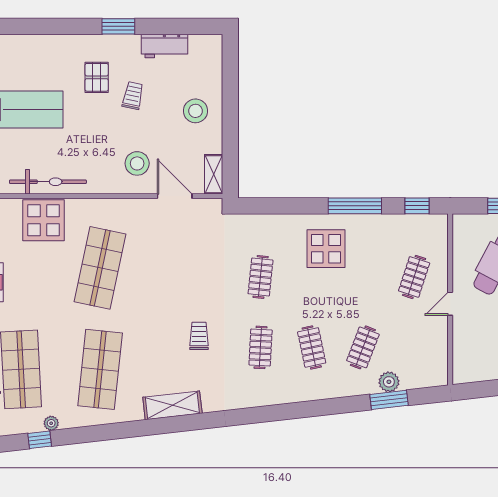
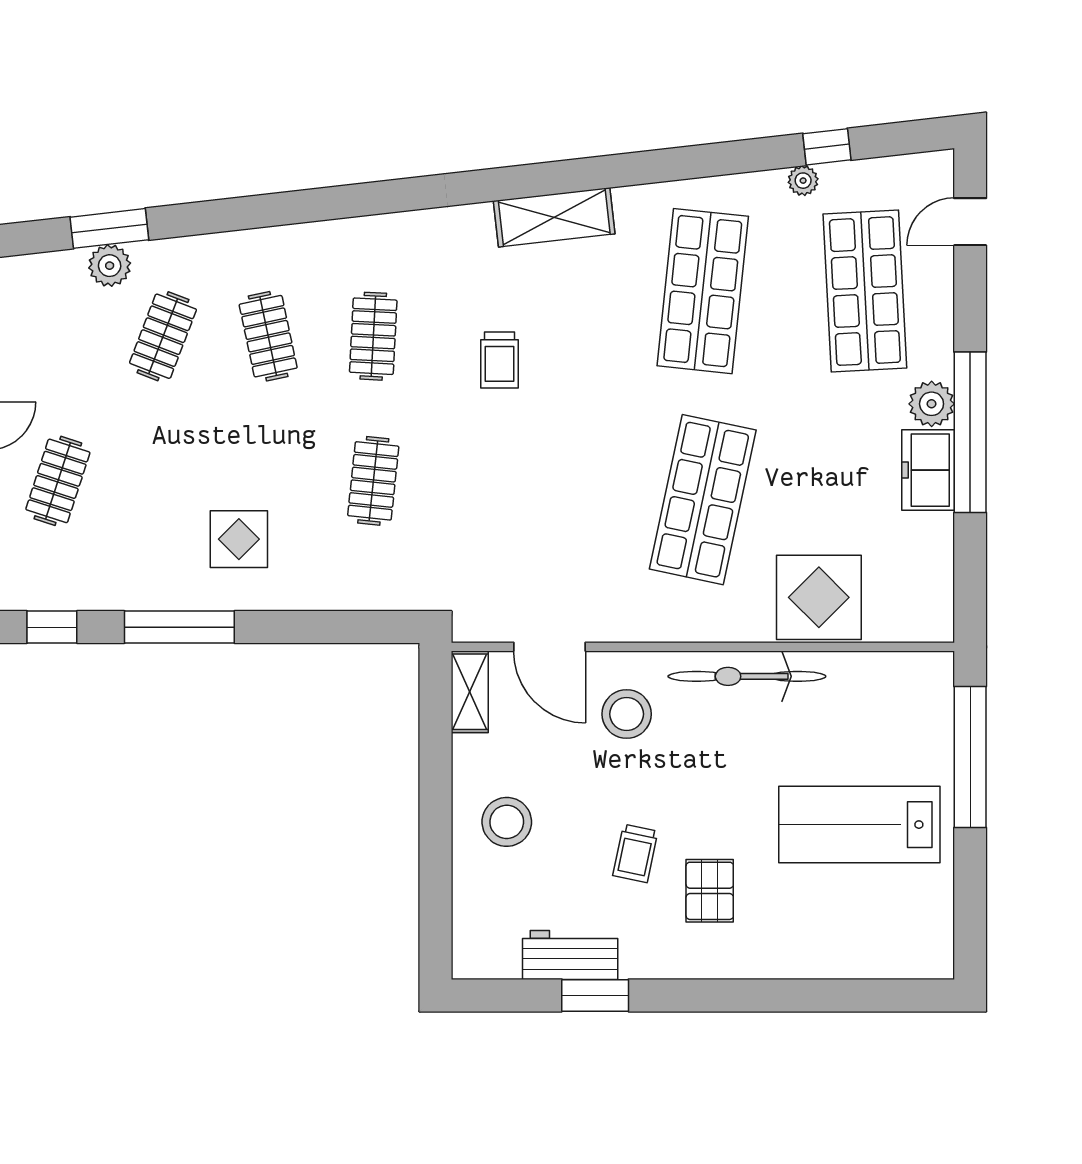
window: (118, 26) -> (595, 995), moved
bicycle: (48, 182) -> (747, 676), moved
display table: (326, 249) -> (239, 539), width x0.73, depth x0.73

